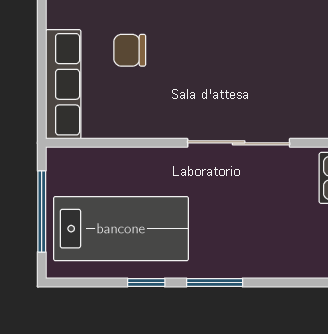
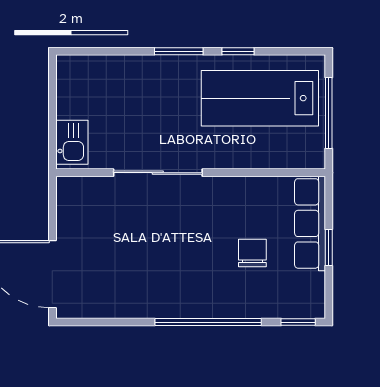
chair: (130, 50) -> (252, 253), turned -90
window: (42, 57) -> (329, 247), added

